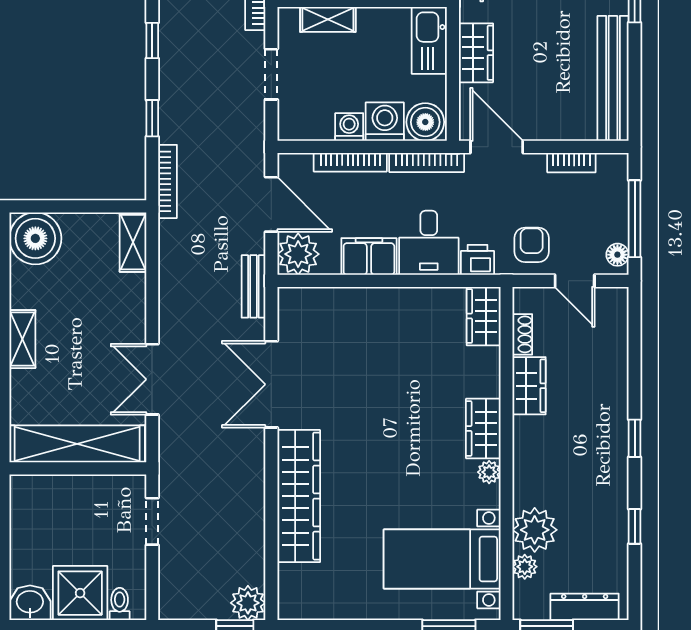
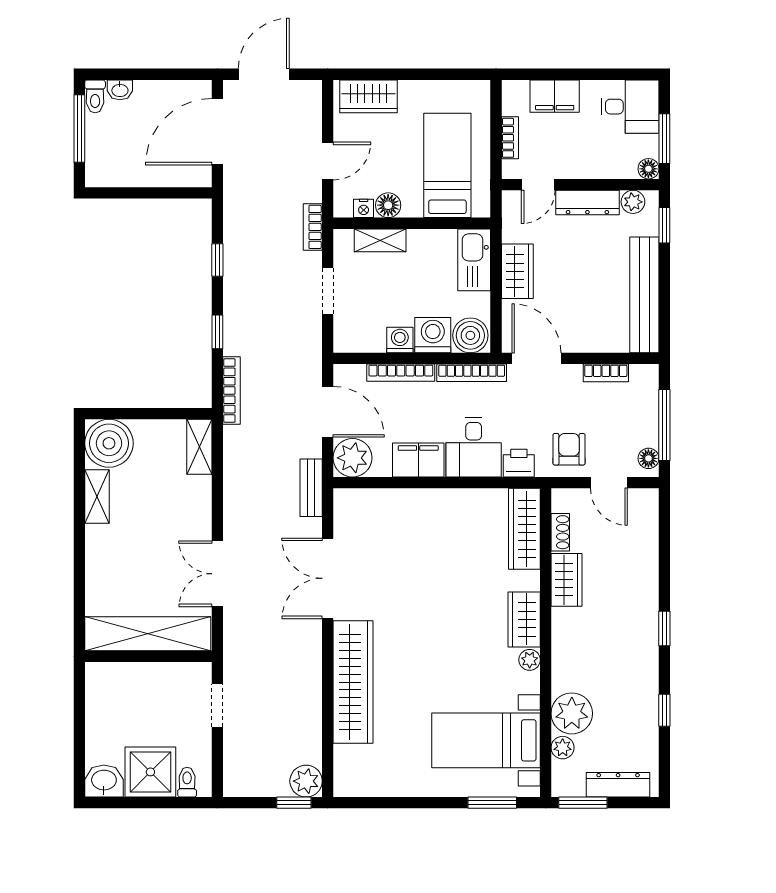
wardrobe: (484, 316) -> (524, 529), width x1.50
shelving: (22, 339) -> (97, 496), moved

